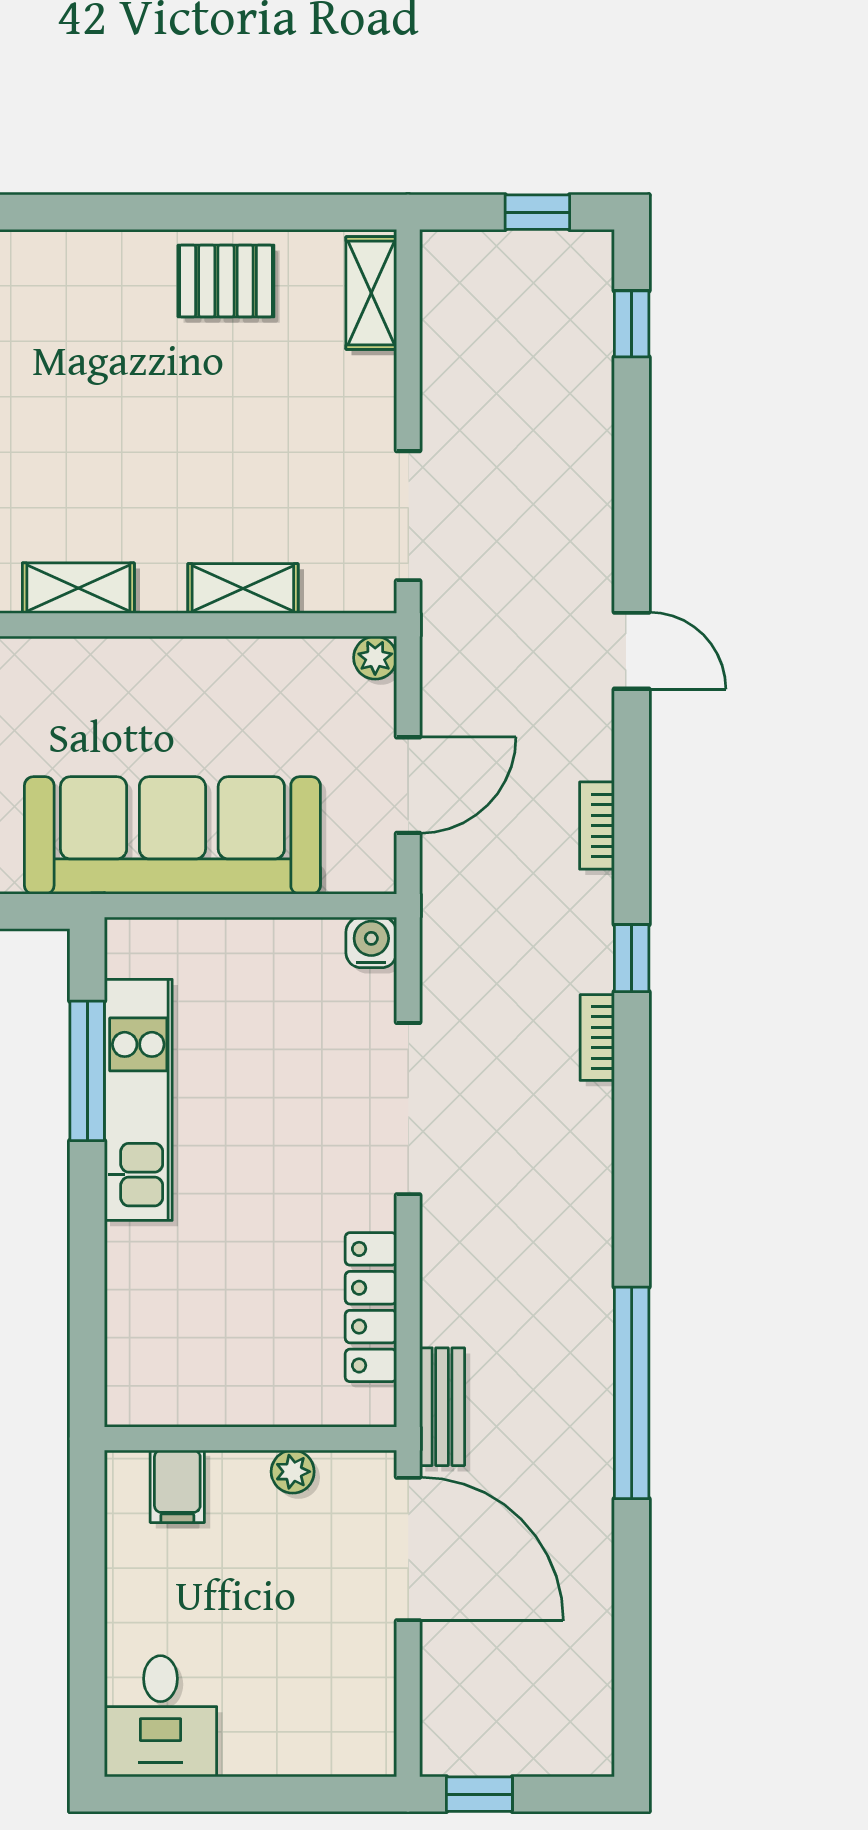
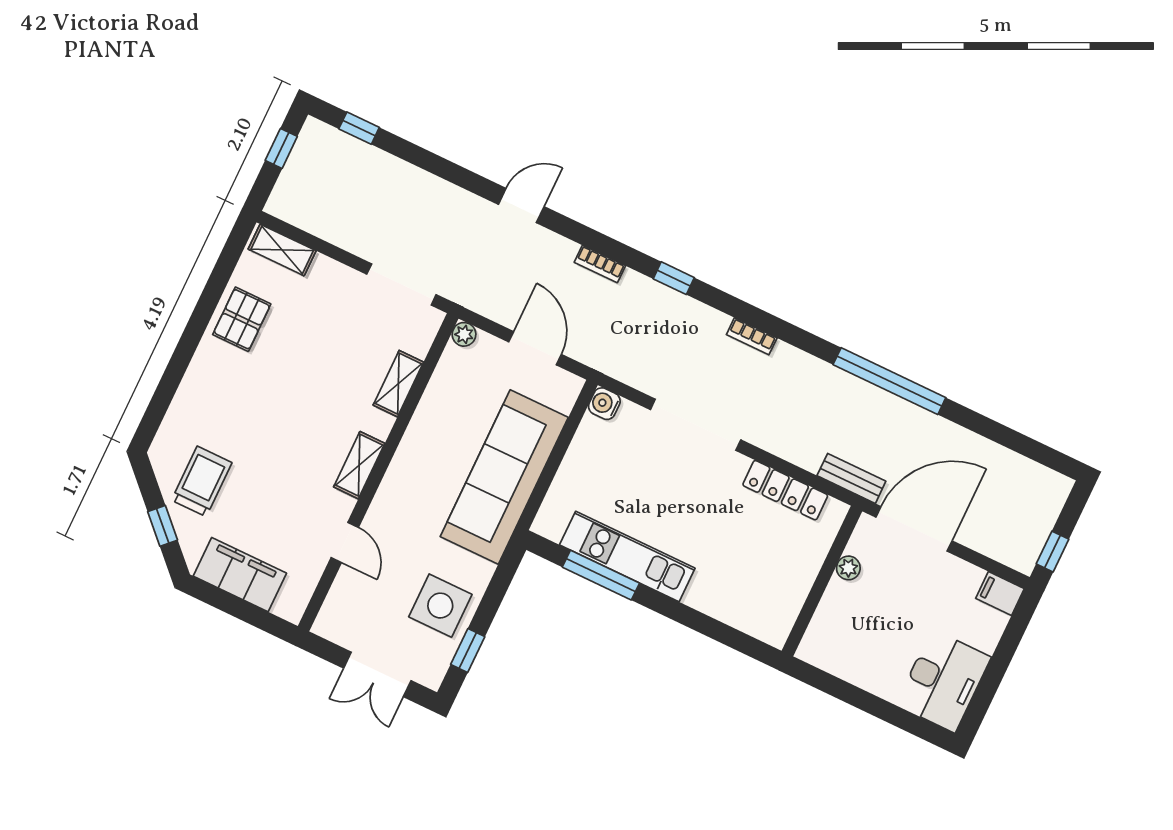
bookcase: (597, 1038) -> (752, 336), moved
filing cabinet: (177, 1486) -> (1000, 593), moved, turned 180
desk: (160, 1716) -> (943, 681), width x1.37

